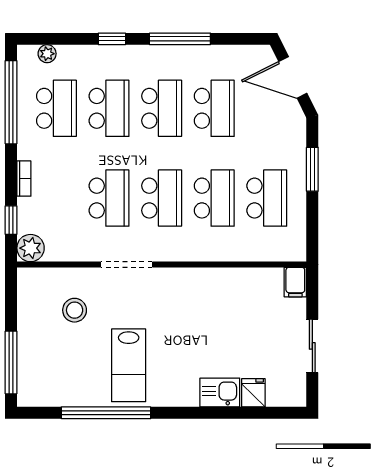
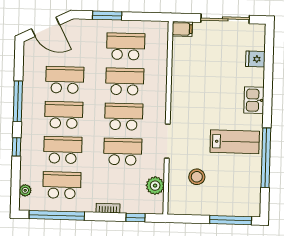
door: (293, 77) -> (46, 27), hinge flipped
plant: (31, 248) -> (155, 186), moved
sliding door: (312, 346) -> (225, 19), width x1.37
kitchen sink: (220, 393) -> (254, 100), moved

